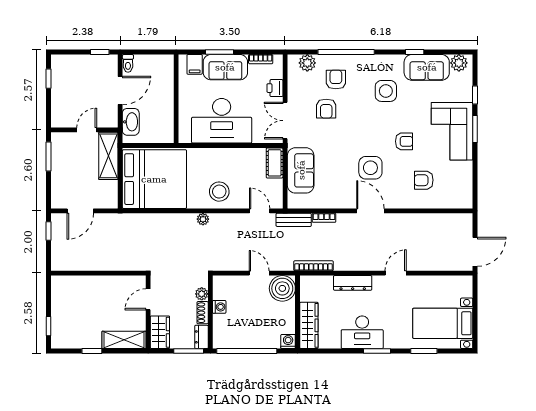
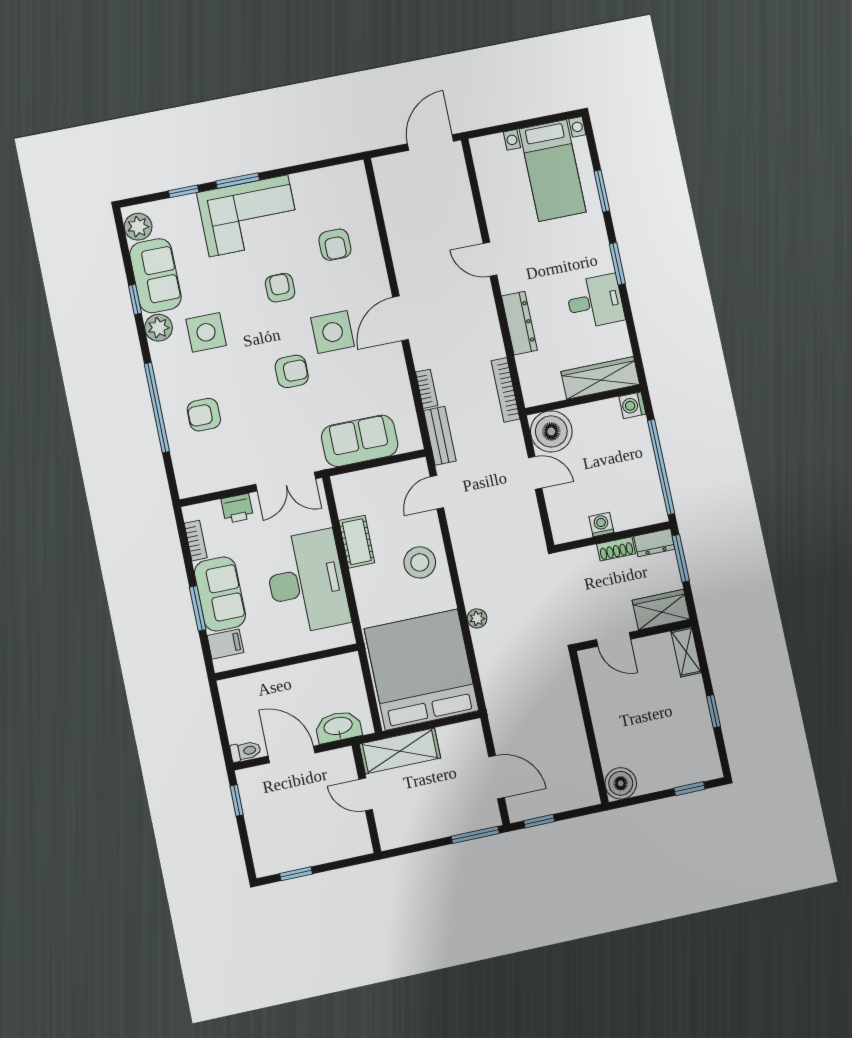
plant: (307, 63) -> (159, 328), moved
armchair: (326, 109) -> (292, 371), moved
window: (48, 156) -> (475, 835), moved
cot: (275, 163) -> (357, 542), moved, turned 90
plant: (203, 219) -> (477, 618), moved
door: (475, 252) -> (431, 143), hinge flipped
door: (259, 273) -> (535, 473), swing flipped
boiler: (61, 285) -> (621, 783), added
plant: (202, 294) -> (587, 557), removed
desk: (362, 332) -> (595, 301), width x0.73
shelving: (124, 340) -> (686, 652), width x0.67, depth x0.75

